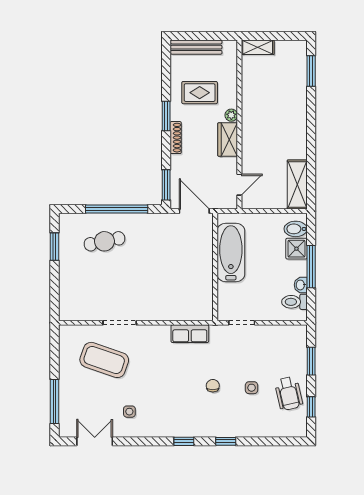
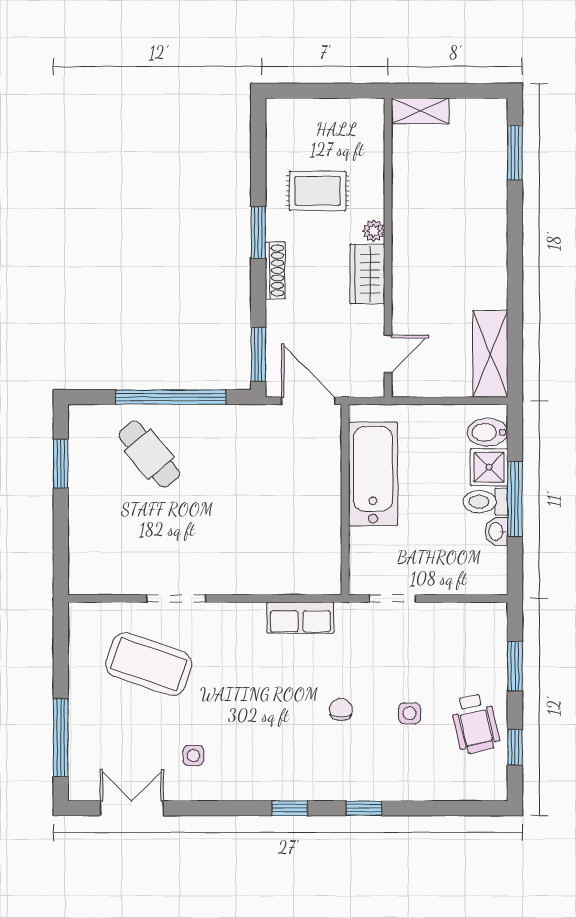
bench: (196, 47) -> (312, 111), removed
cafe table: (104, 241) -> (149, 454), turned 62
toilet: (294, 302) -> (485, 502), moved

